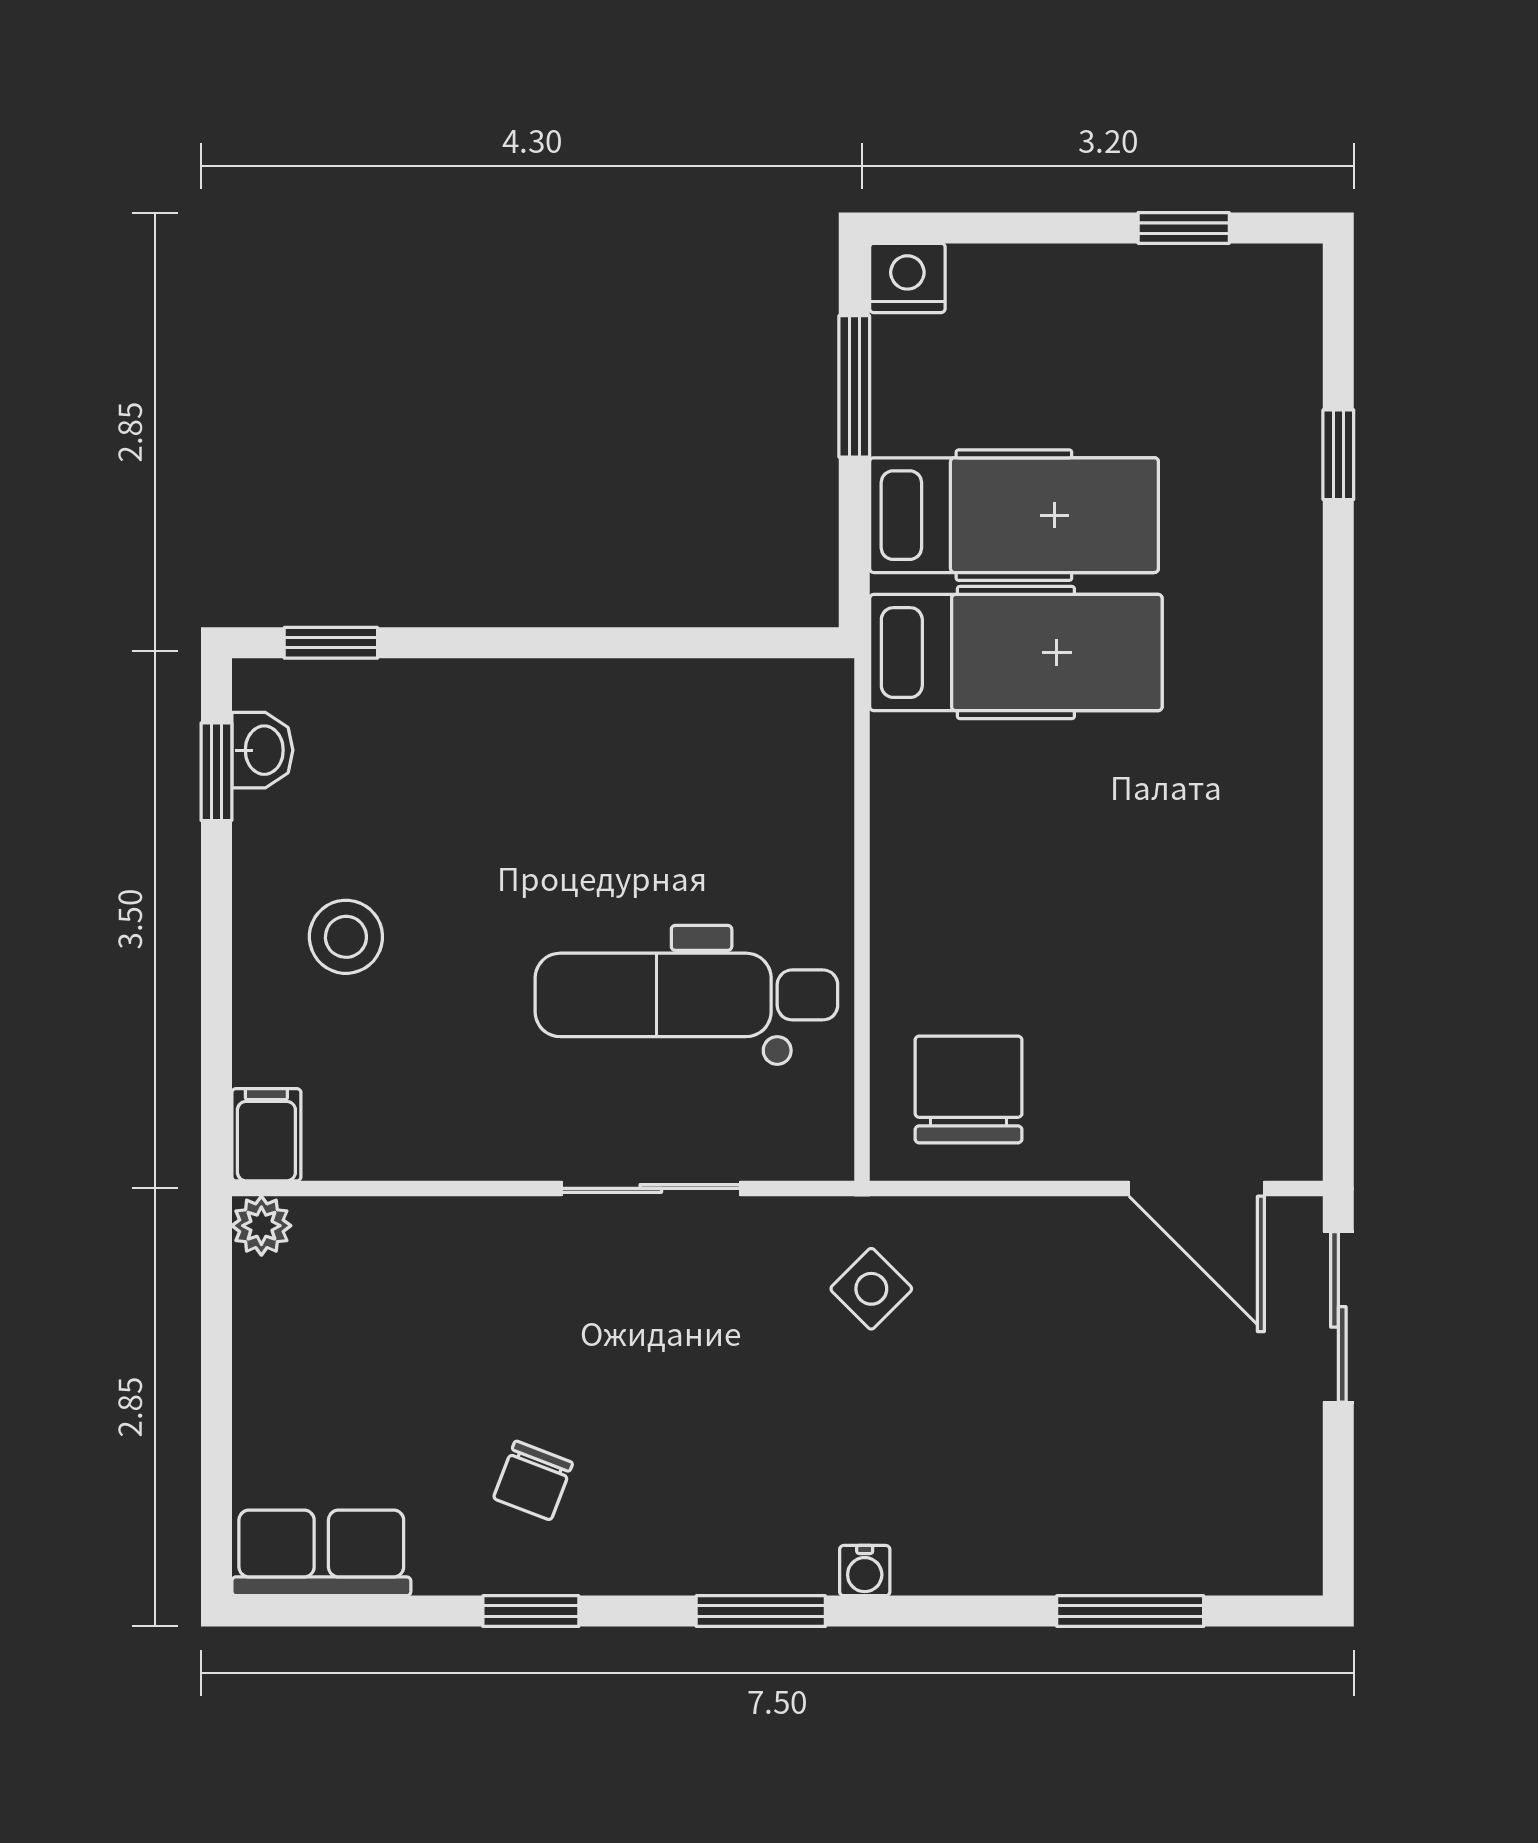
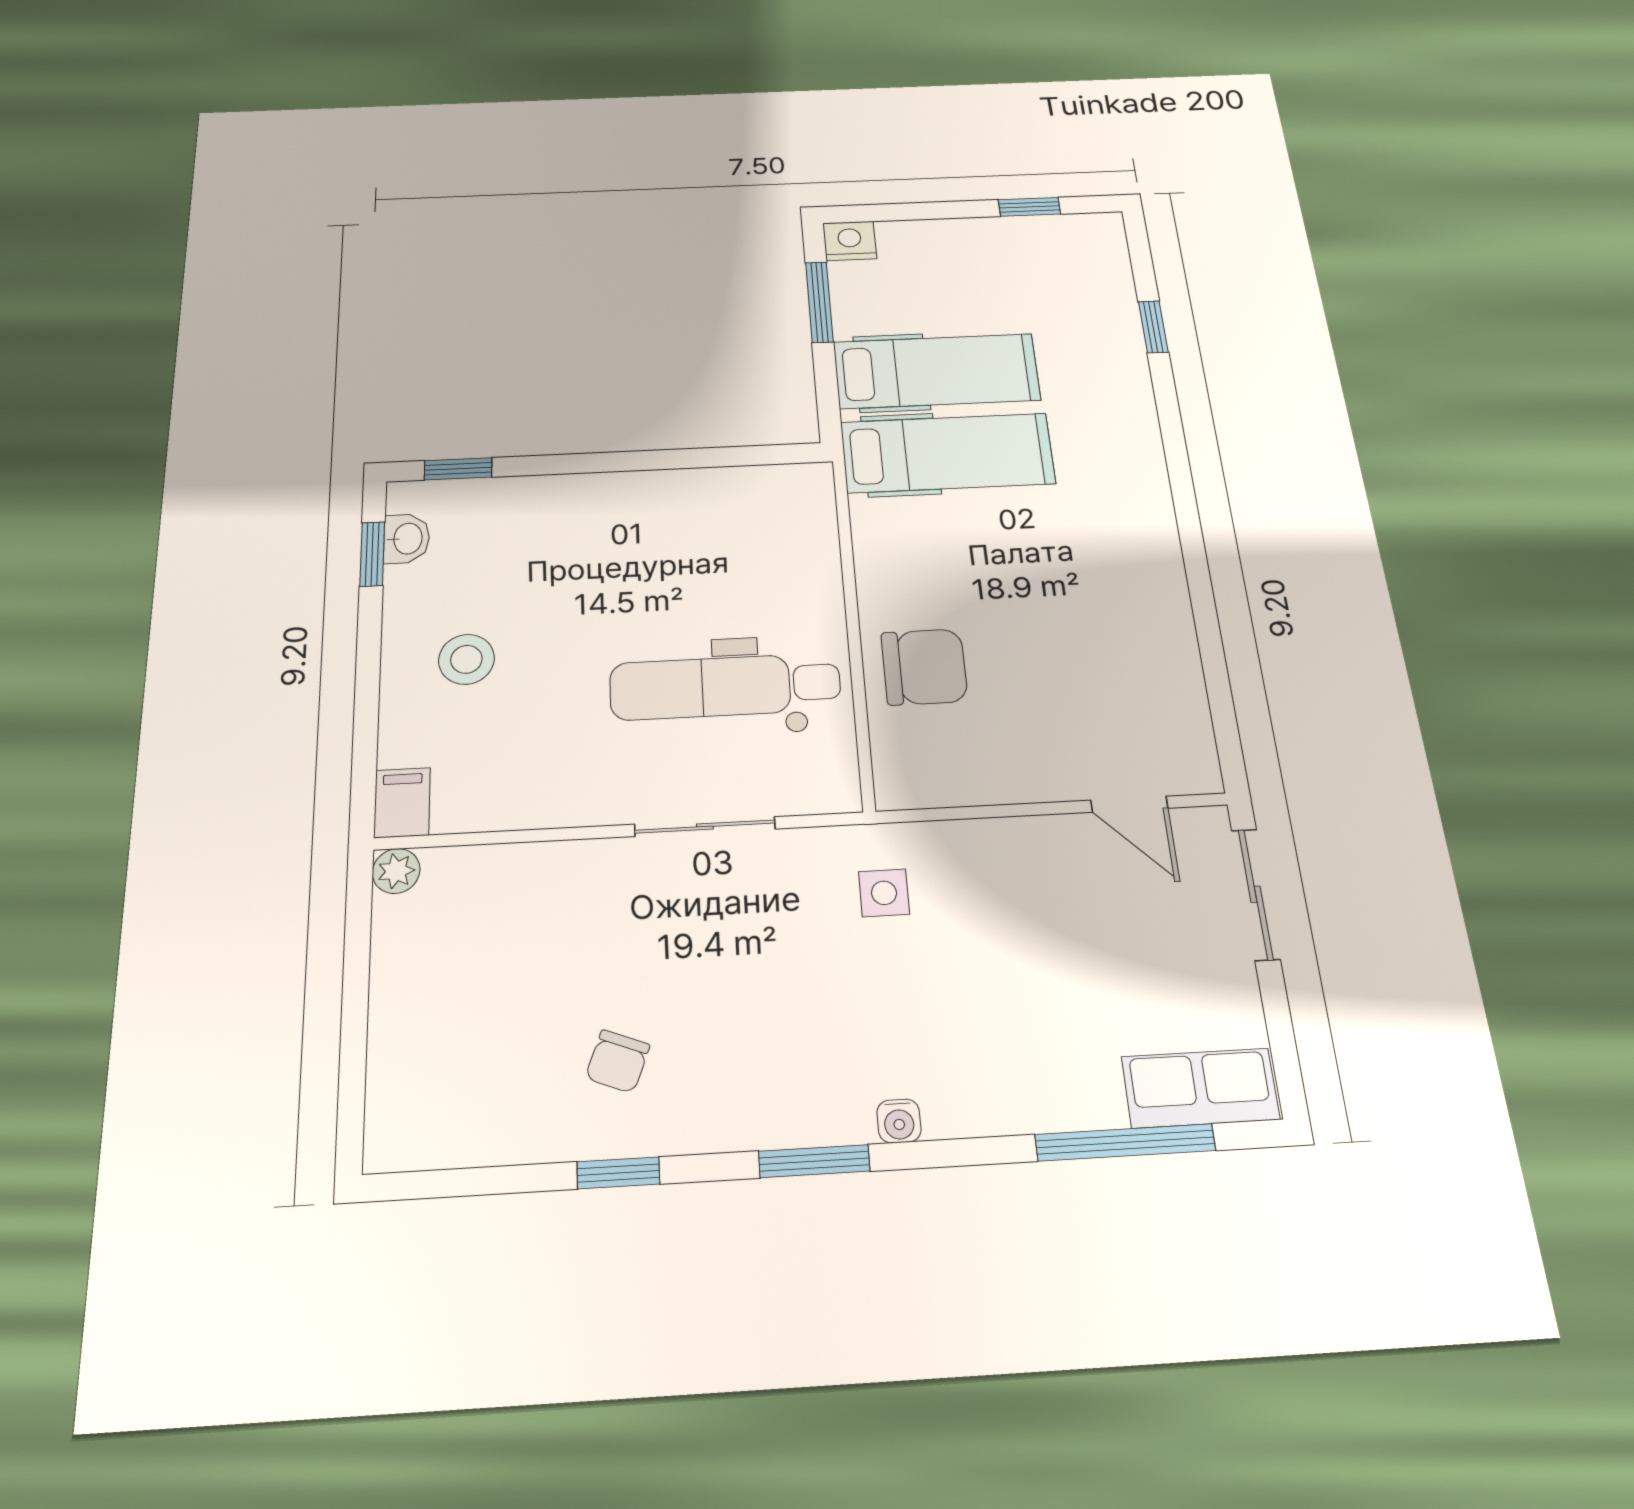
chair: (969, 1089) -> (924, 667), moved, turned 90
door: (1197, 1188) -> (1129, 804), width x0.73
side table: (871, 1289) -> (884, 893), turned 45
row of seats: (321, 1553) -> (1200, 1088), moved
window: (1130, 1611) -> (1125, 1142), width x1.44

